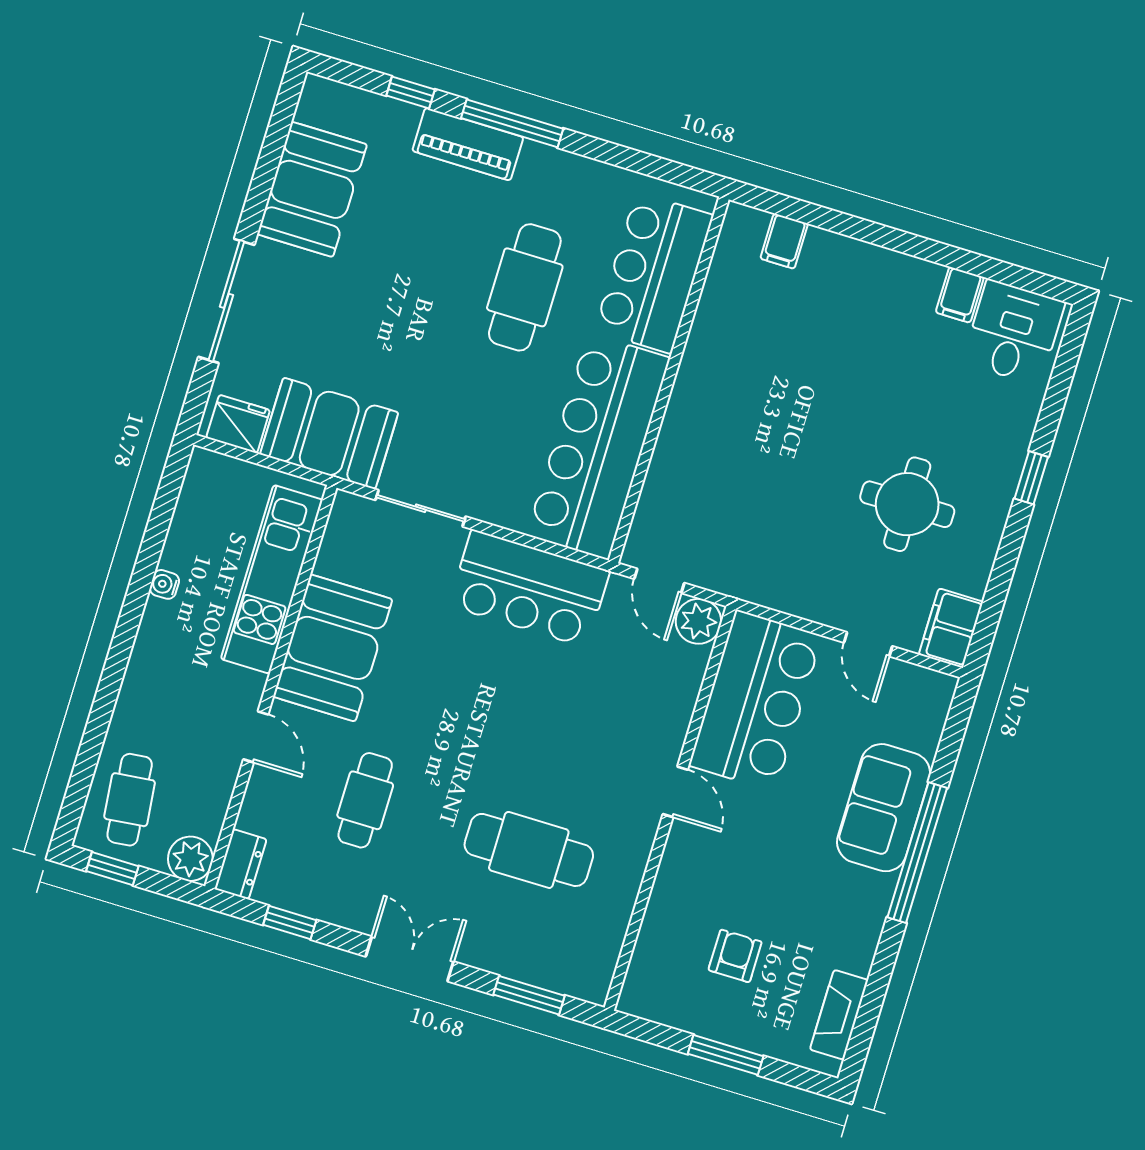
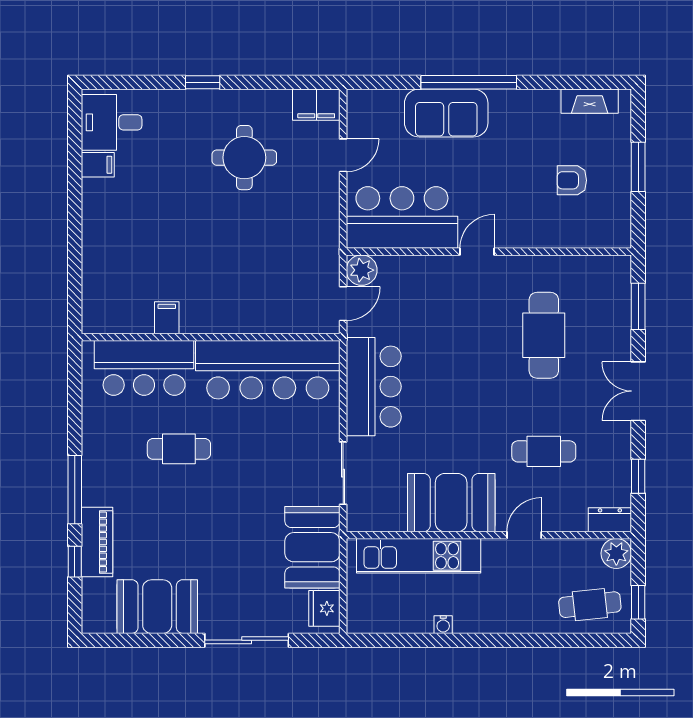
piano: (468, 144) -> (97, 542), moved
filing cabinet: (784, 241) -> (167, 318), moved, turned -90
cafe table: (525, 287) -> (179, 449), width x0.73, depth x0.74

